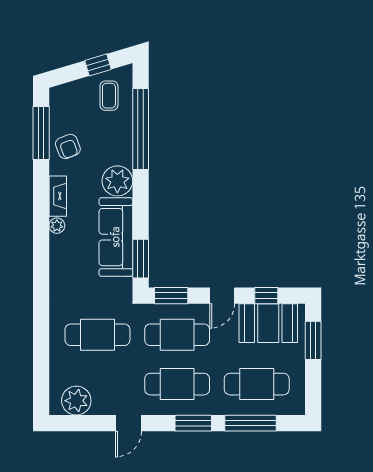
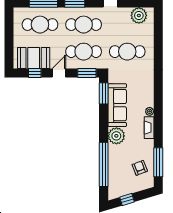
coffee table: (109, 96) -> (121, 183), removed
armchair: (68, 146) -> (140, 168), moved
window: (313, 340) -> (9, 48), removed

